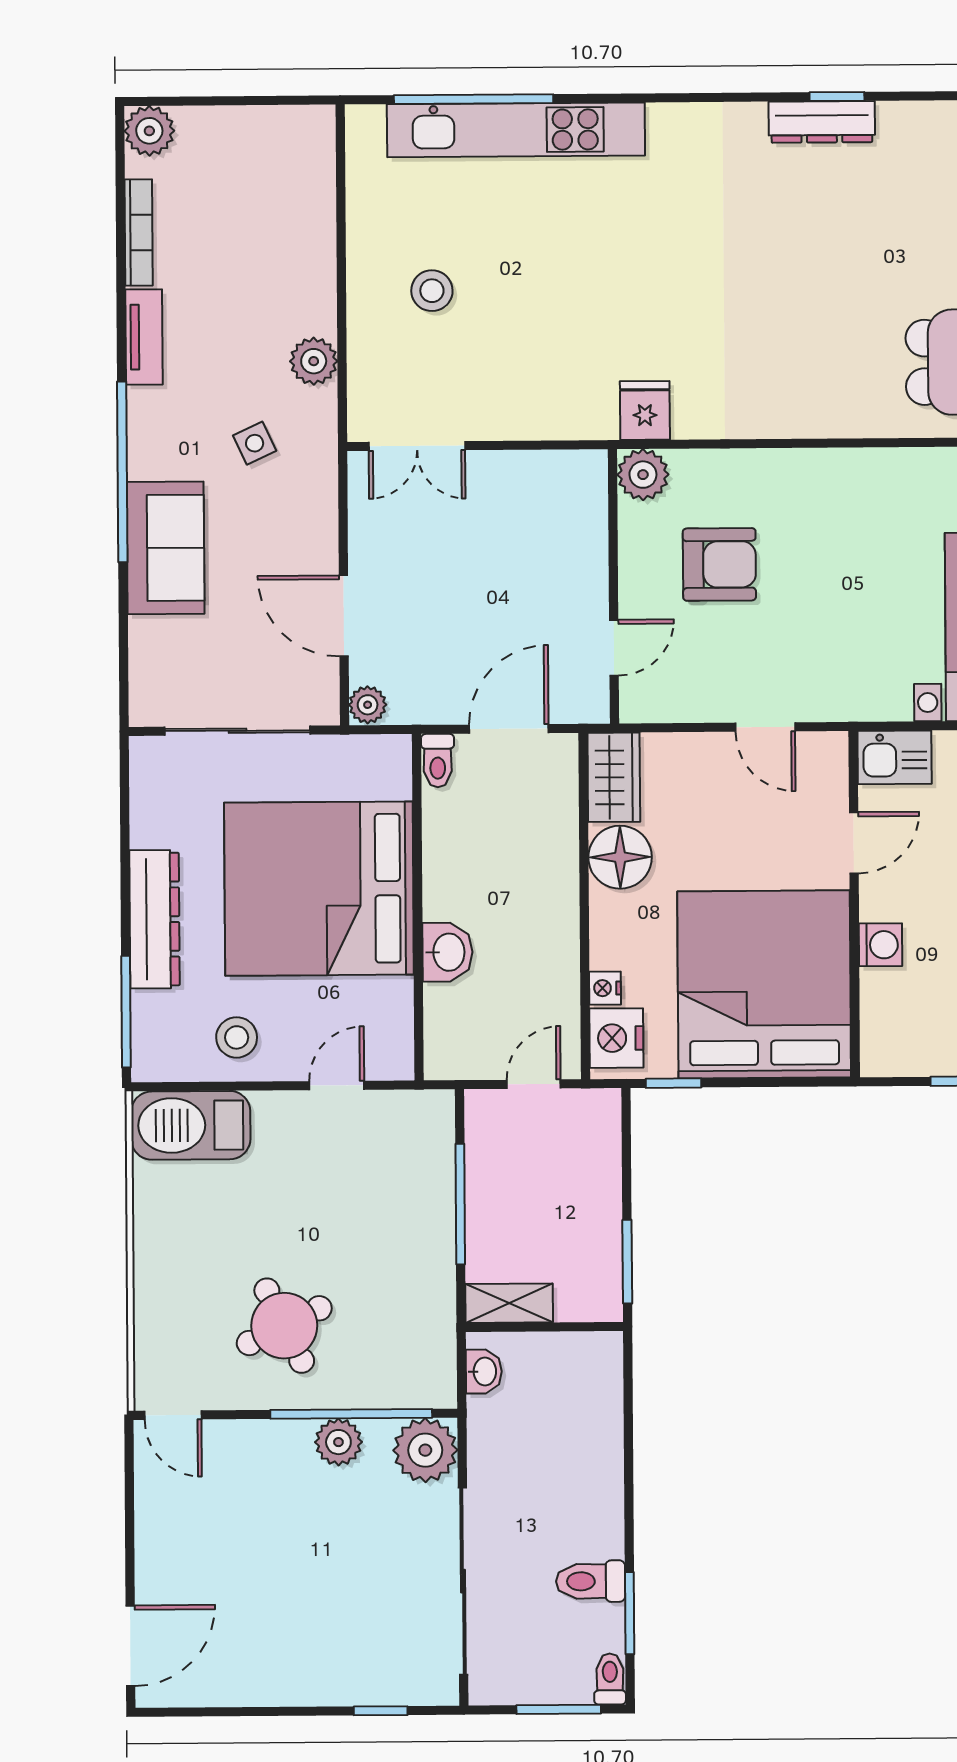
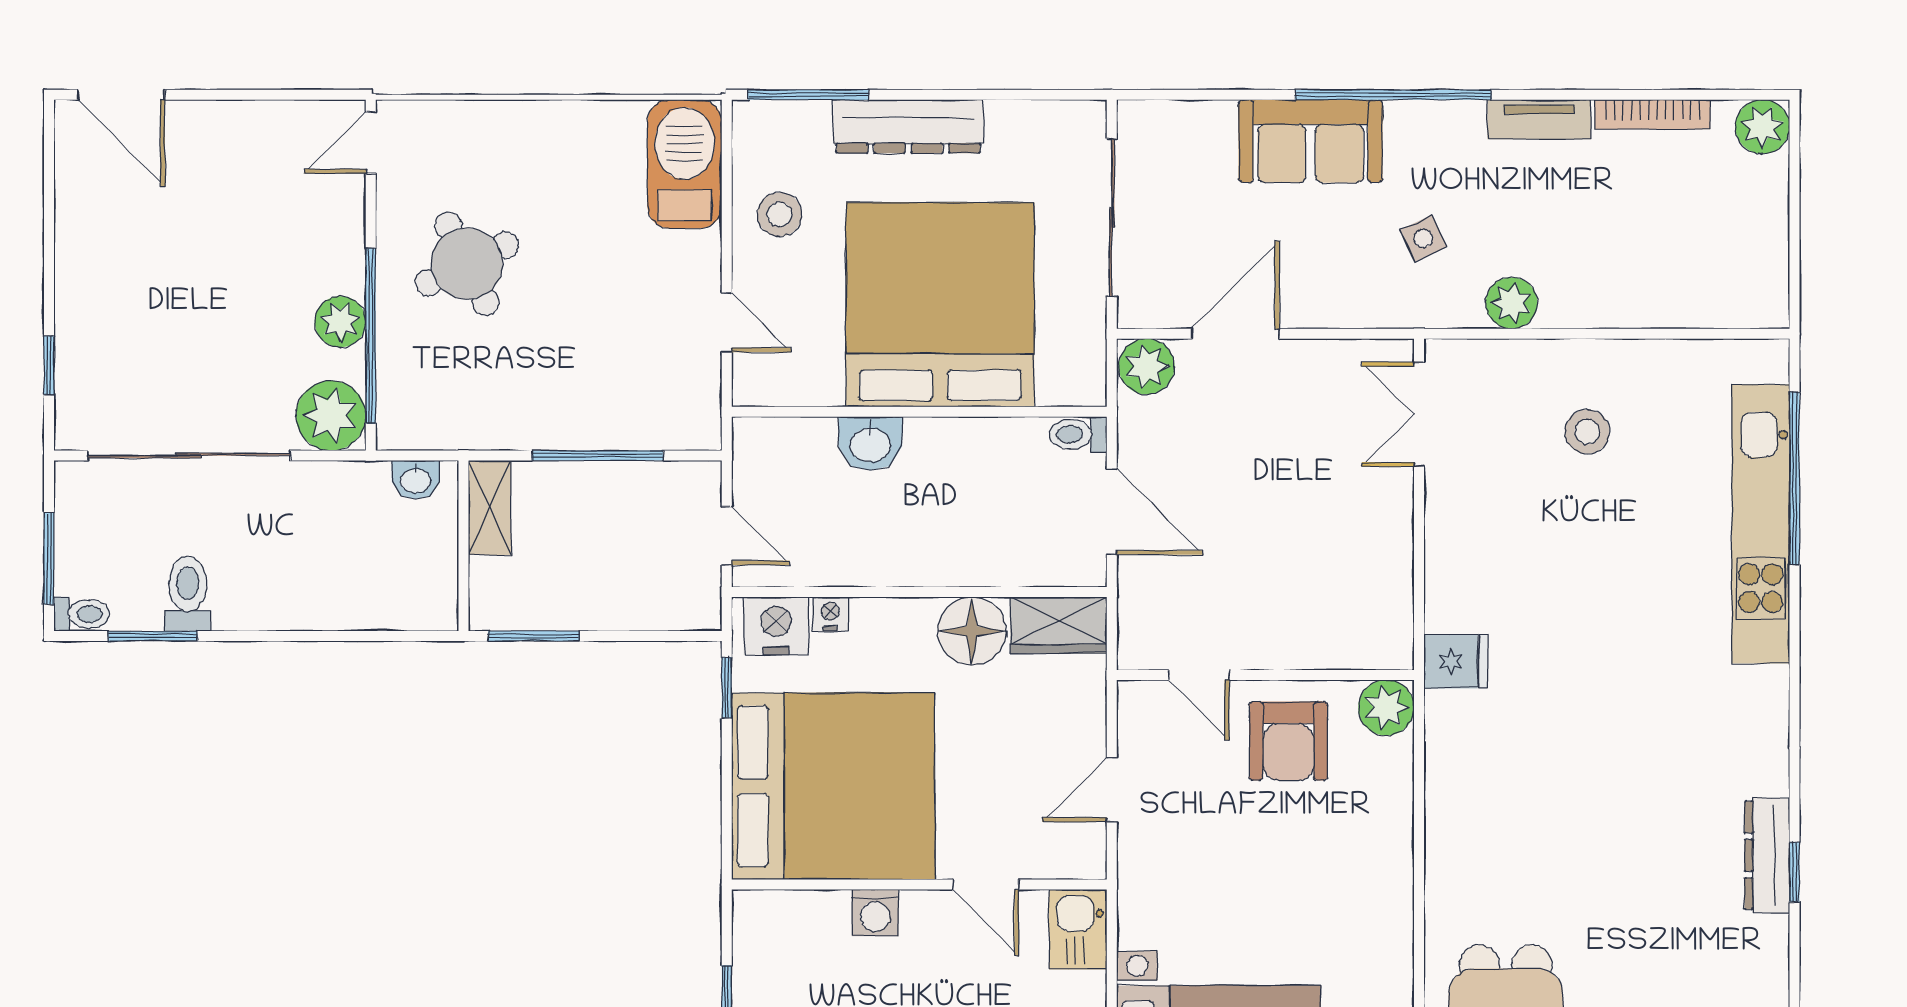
plant: (643, 475) -> (1386, 708), moved
wall: (614, 586) -> (1265, 675), moved
door: (614, 648) -> (1199, 675), moved
plant: (368, 705) -> (1147, 366), width x1.38, depth x1.38

